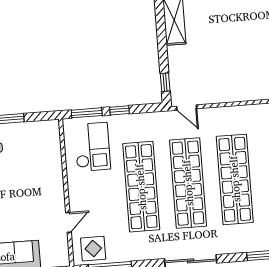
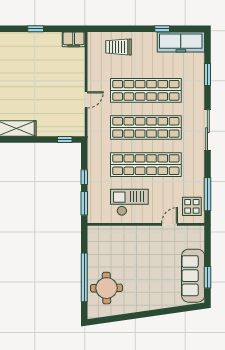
door: (187, 108) -> (86, 100), moved
checkout: (92, 147) -> (129, 202), moved
door: (68, 222) -> (170, 224), hinge flipped

